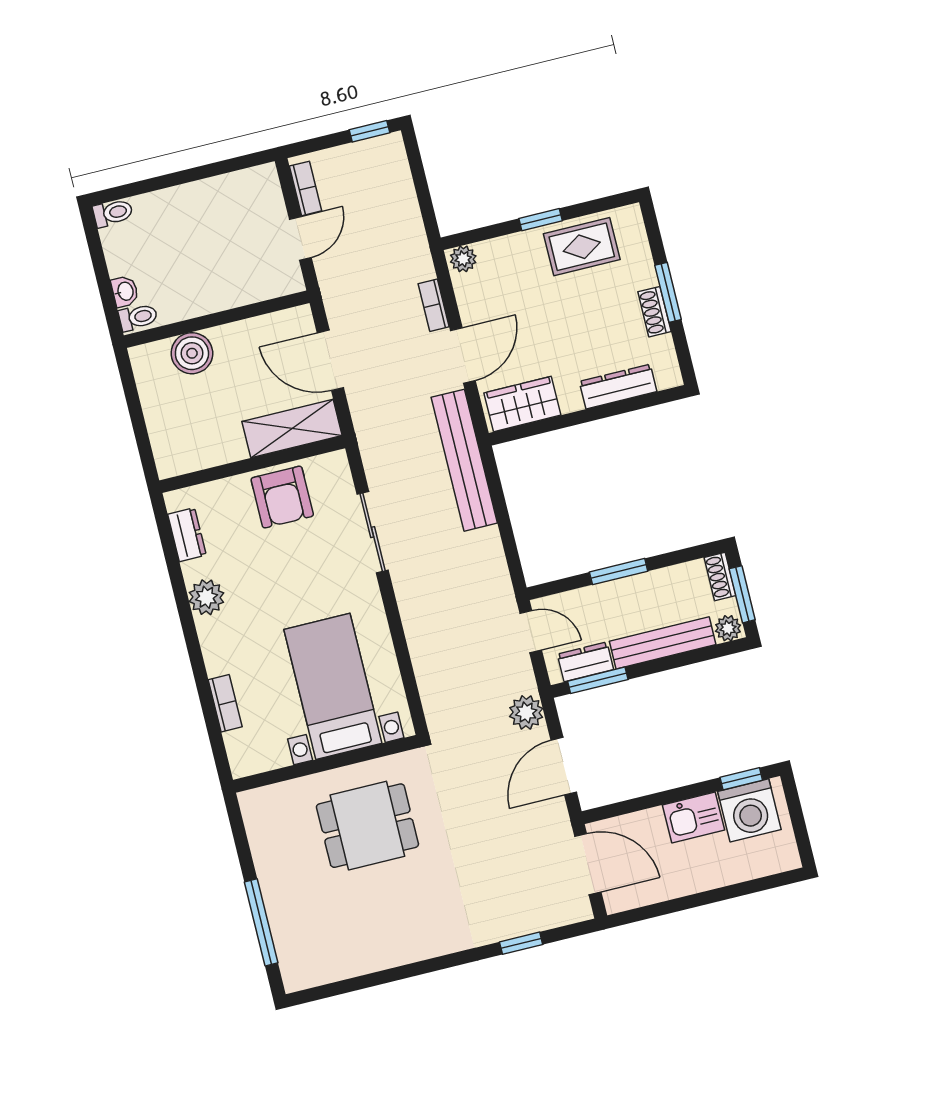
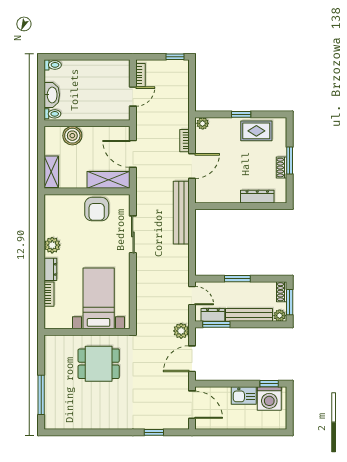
washbasin: (125, 291) -> (52, 95), width x1.91, depth x1.45
wardrobe: (522, 404) -> (213, 194), removed
shelving: (166, 441) -> (51, 172), added
dresser: (187, 535) -> (50, 269), moved

